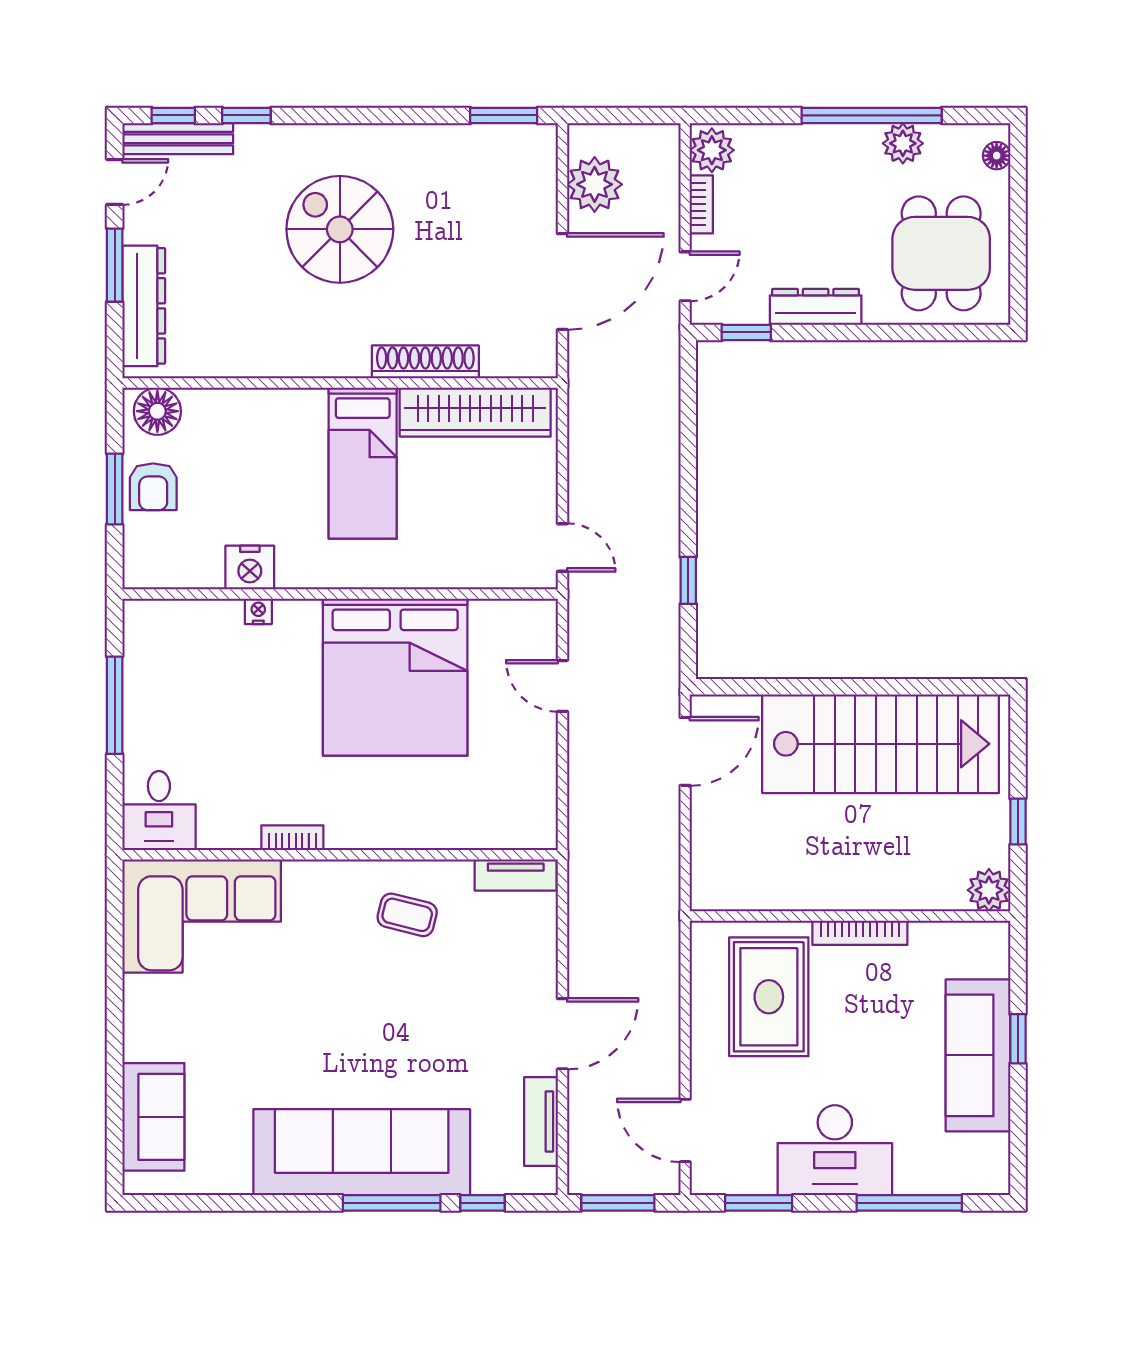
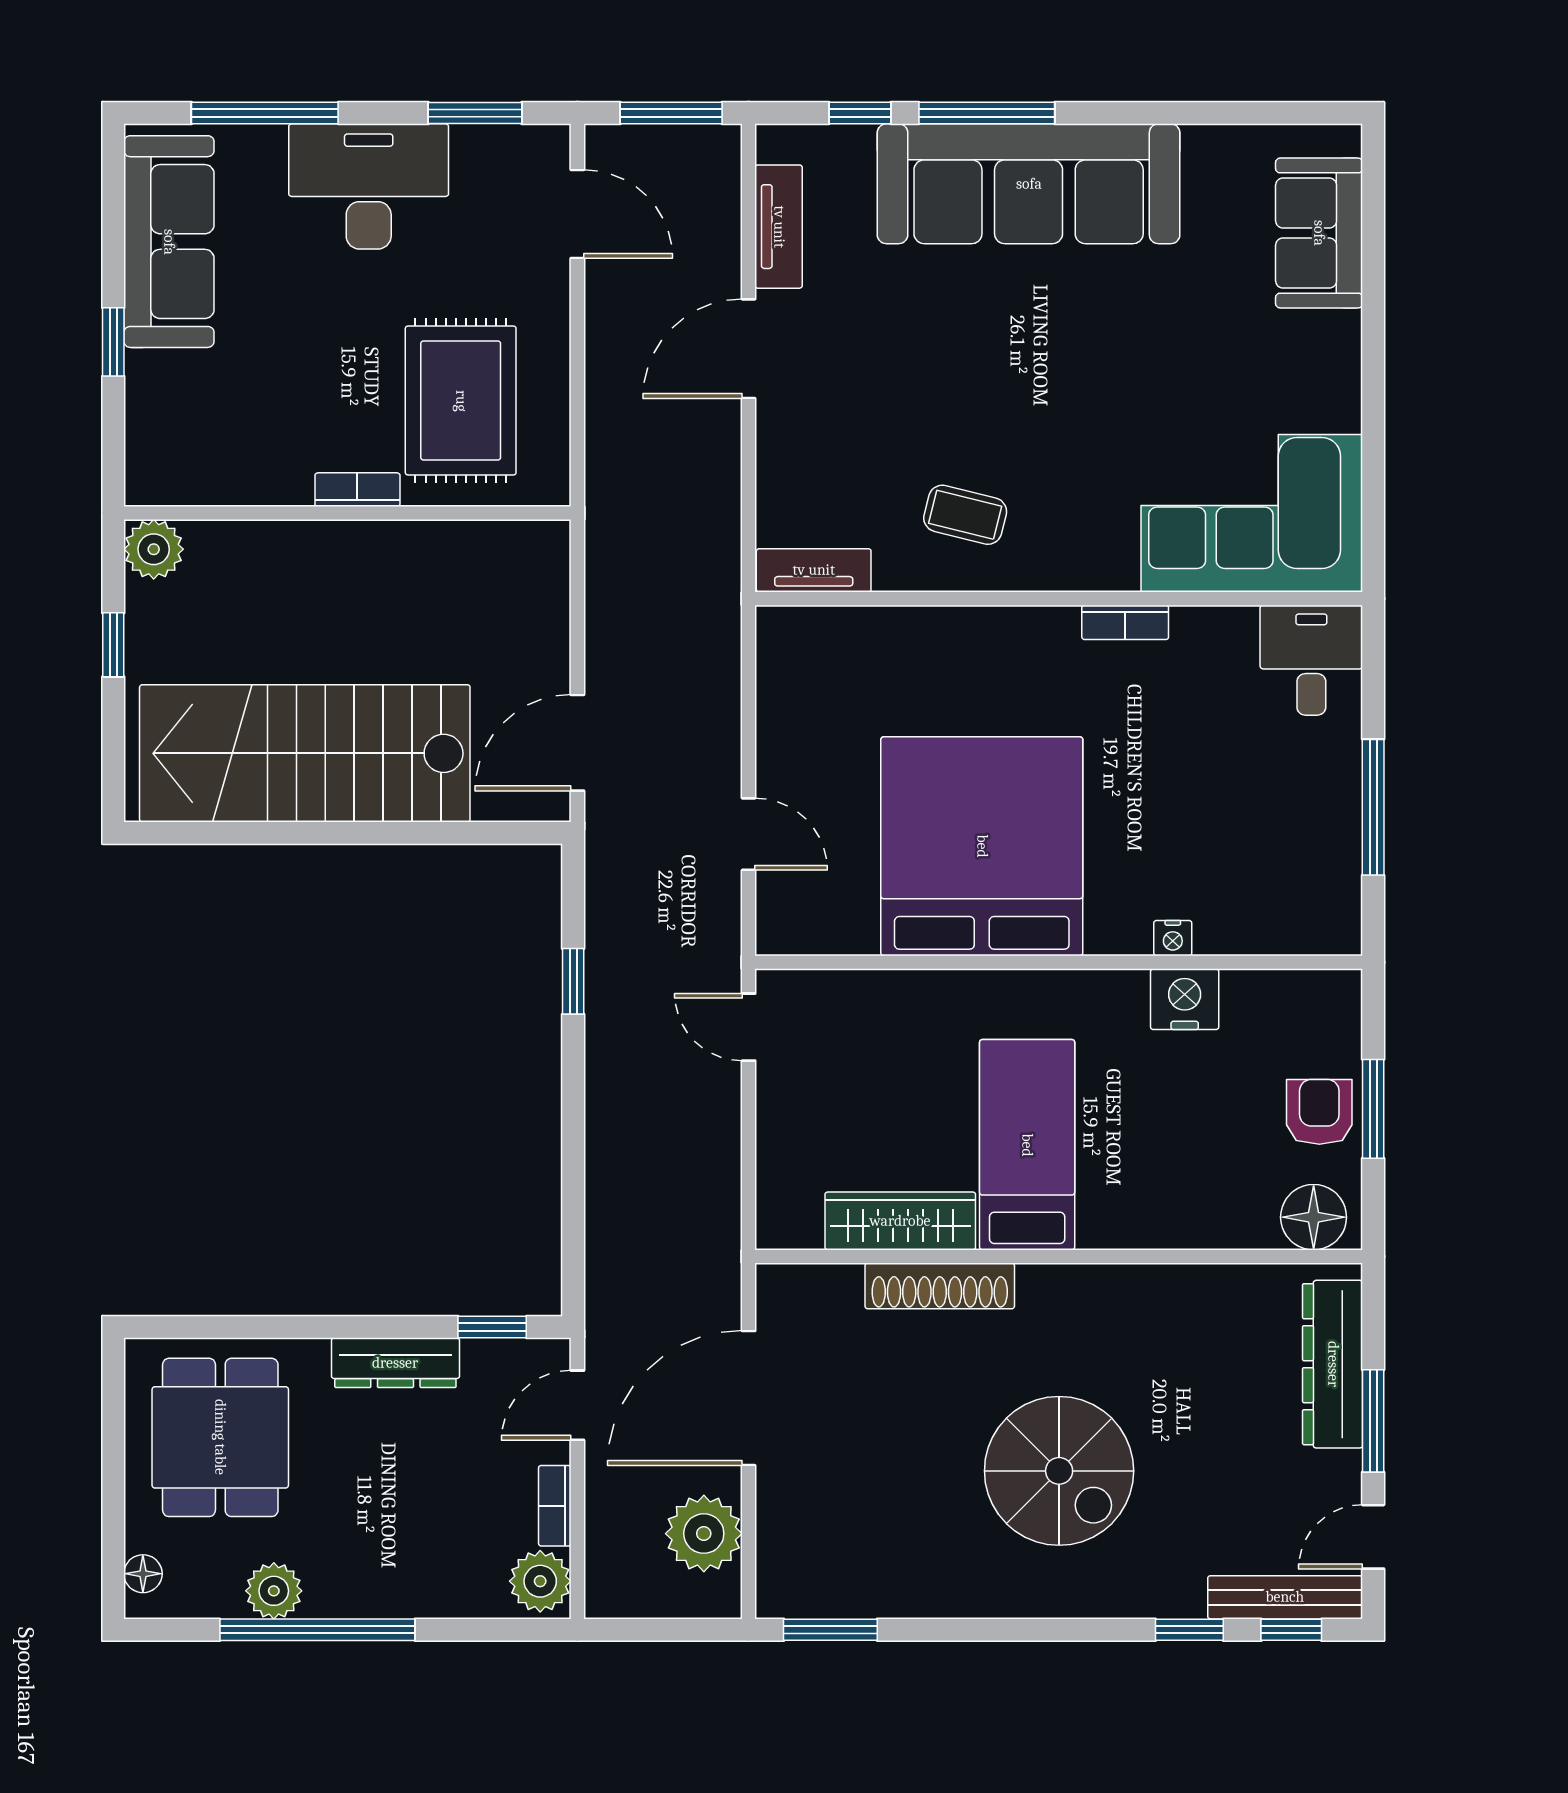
wardrobe: (475, 412) -> (900, 1221), width x0.71, depth x0.85
bookcase: (860, 933) -> (357, 490), width x0.64
sofa: (978, 1055) -> (169, 242), moved

